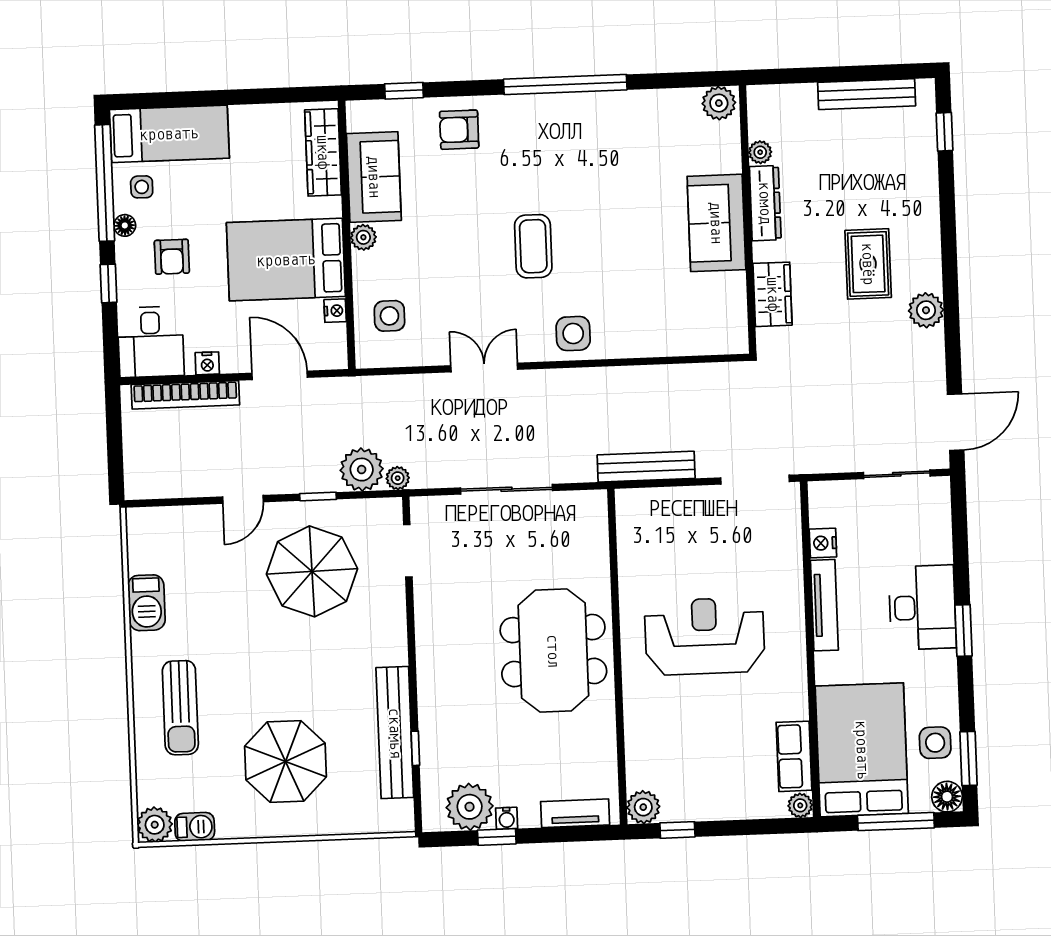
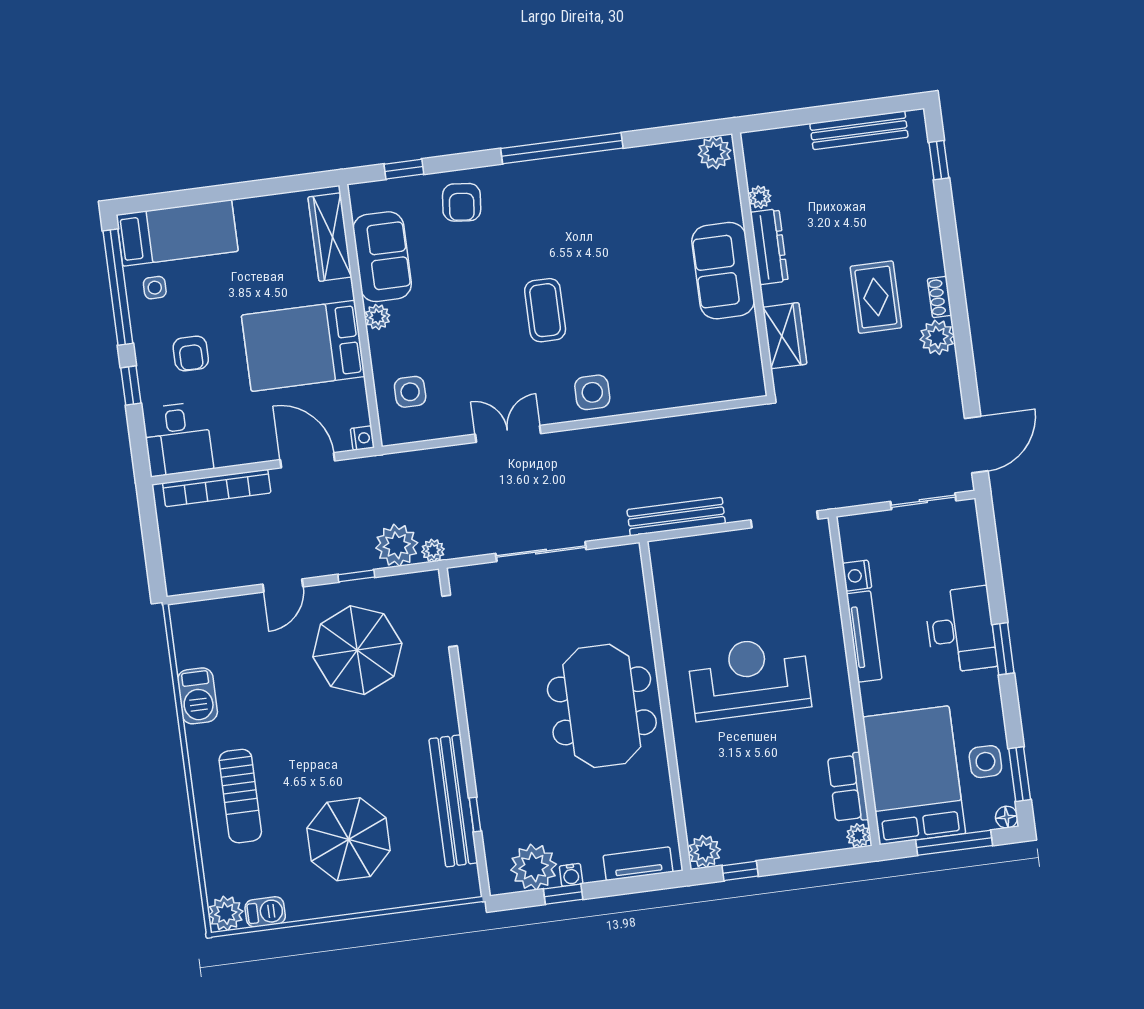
armchair: (459, 130) -> (462, 202), turned -84
floor lamp: (125, 225) -> (142, 327), removed
shoe rack: (932, 270) -> (940, 297), added
nightstand: (335, 311) -> (362, 438), moved
nightstand: (207, 363) -> (235, 455), removed
floor lamp: (947, 797) -> (1007, 817), width x0.73, depth x0.73

